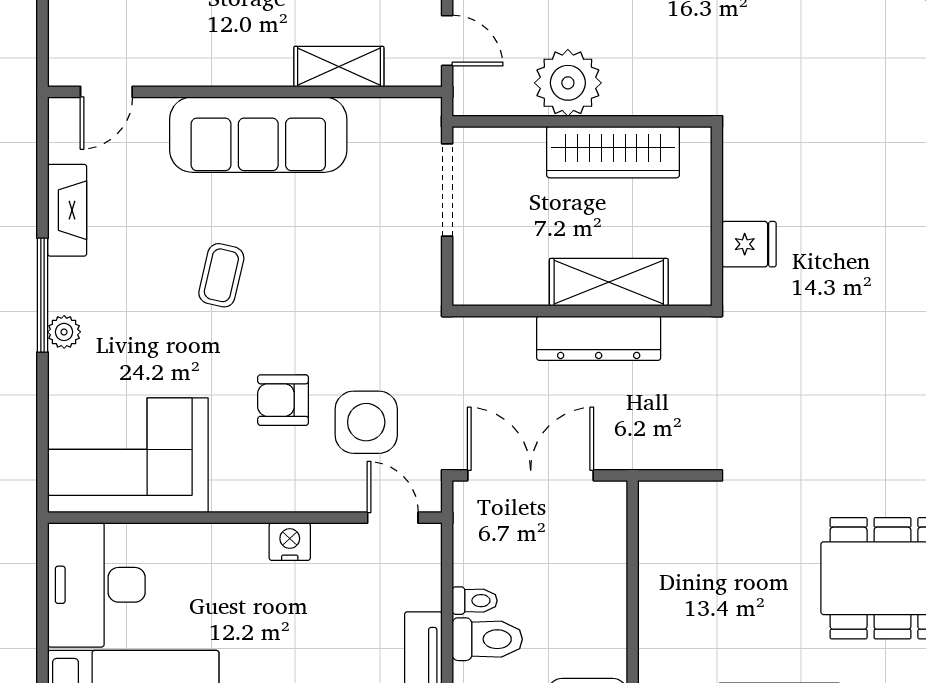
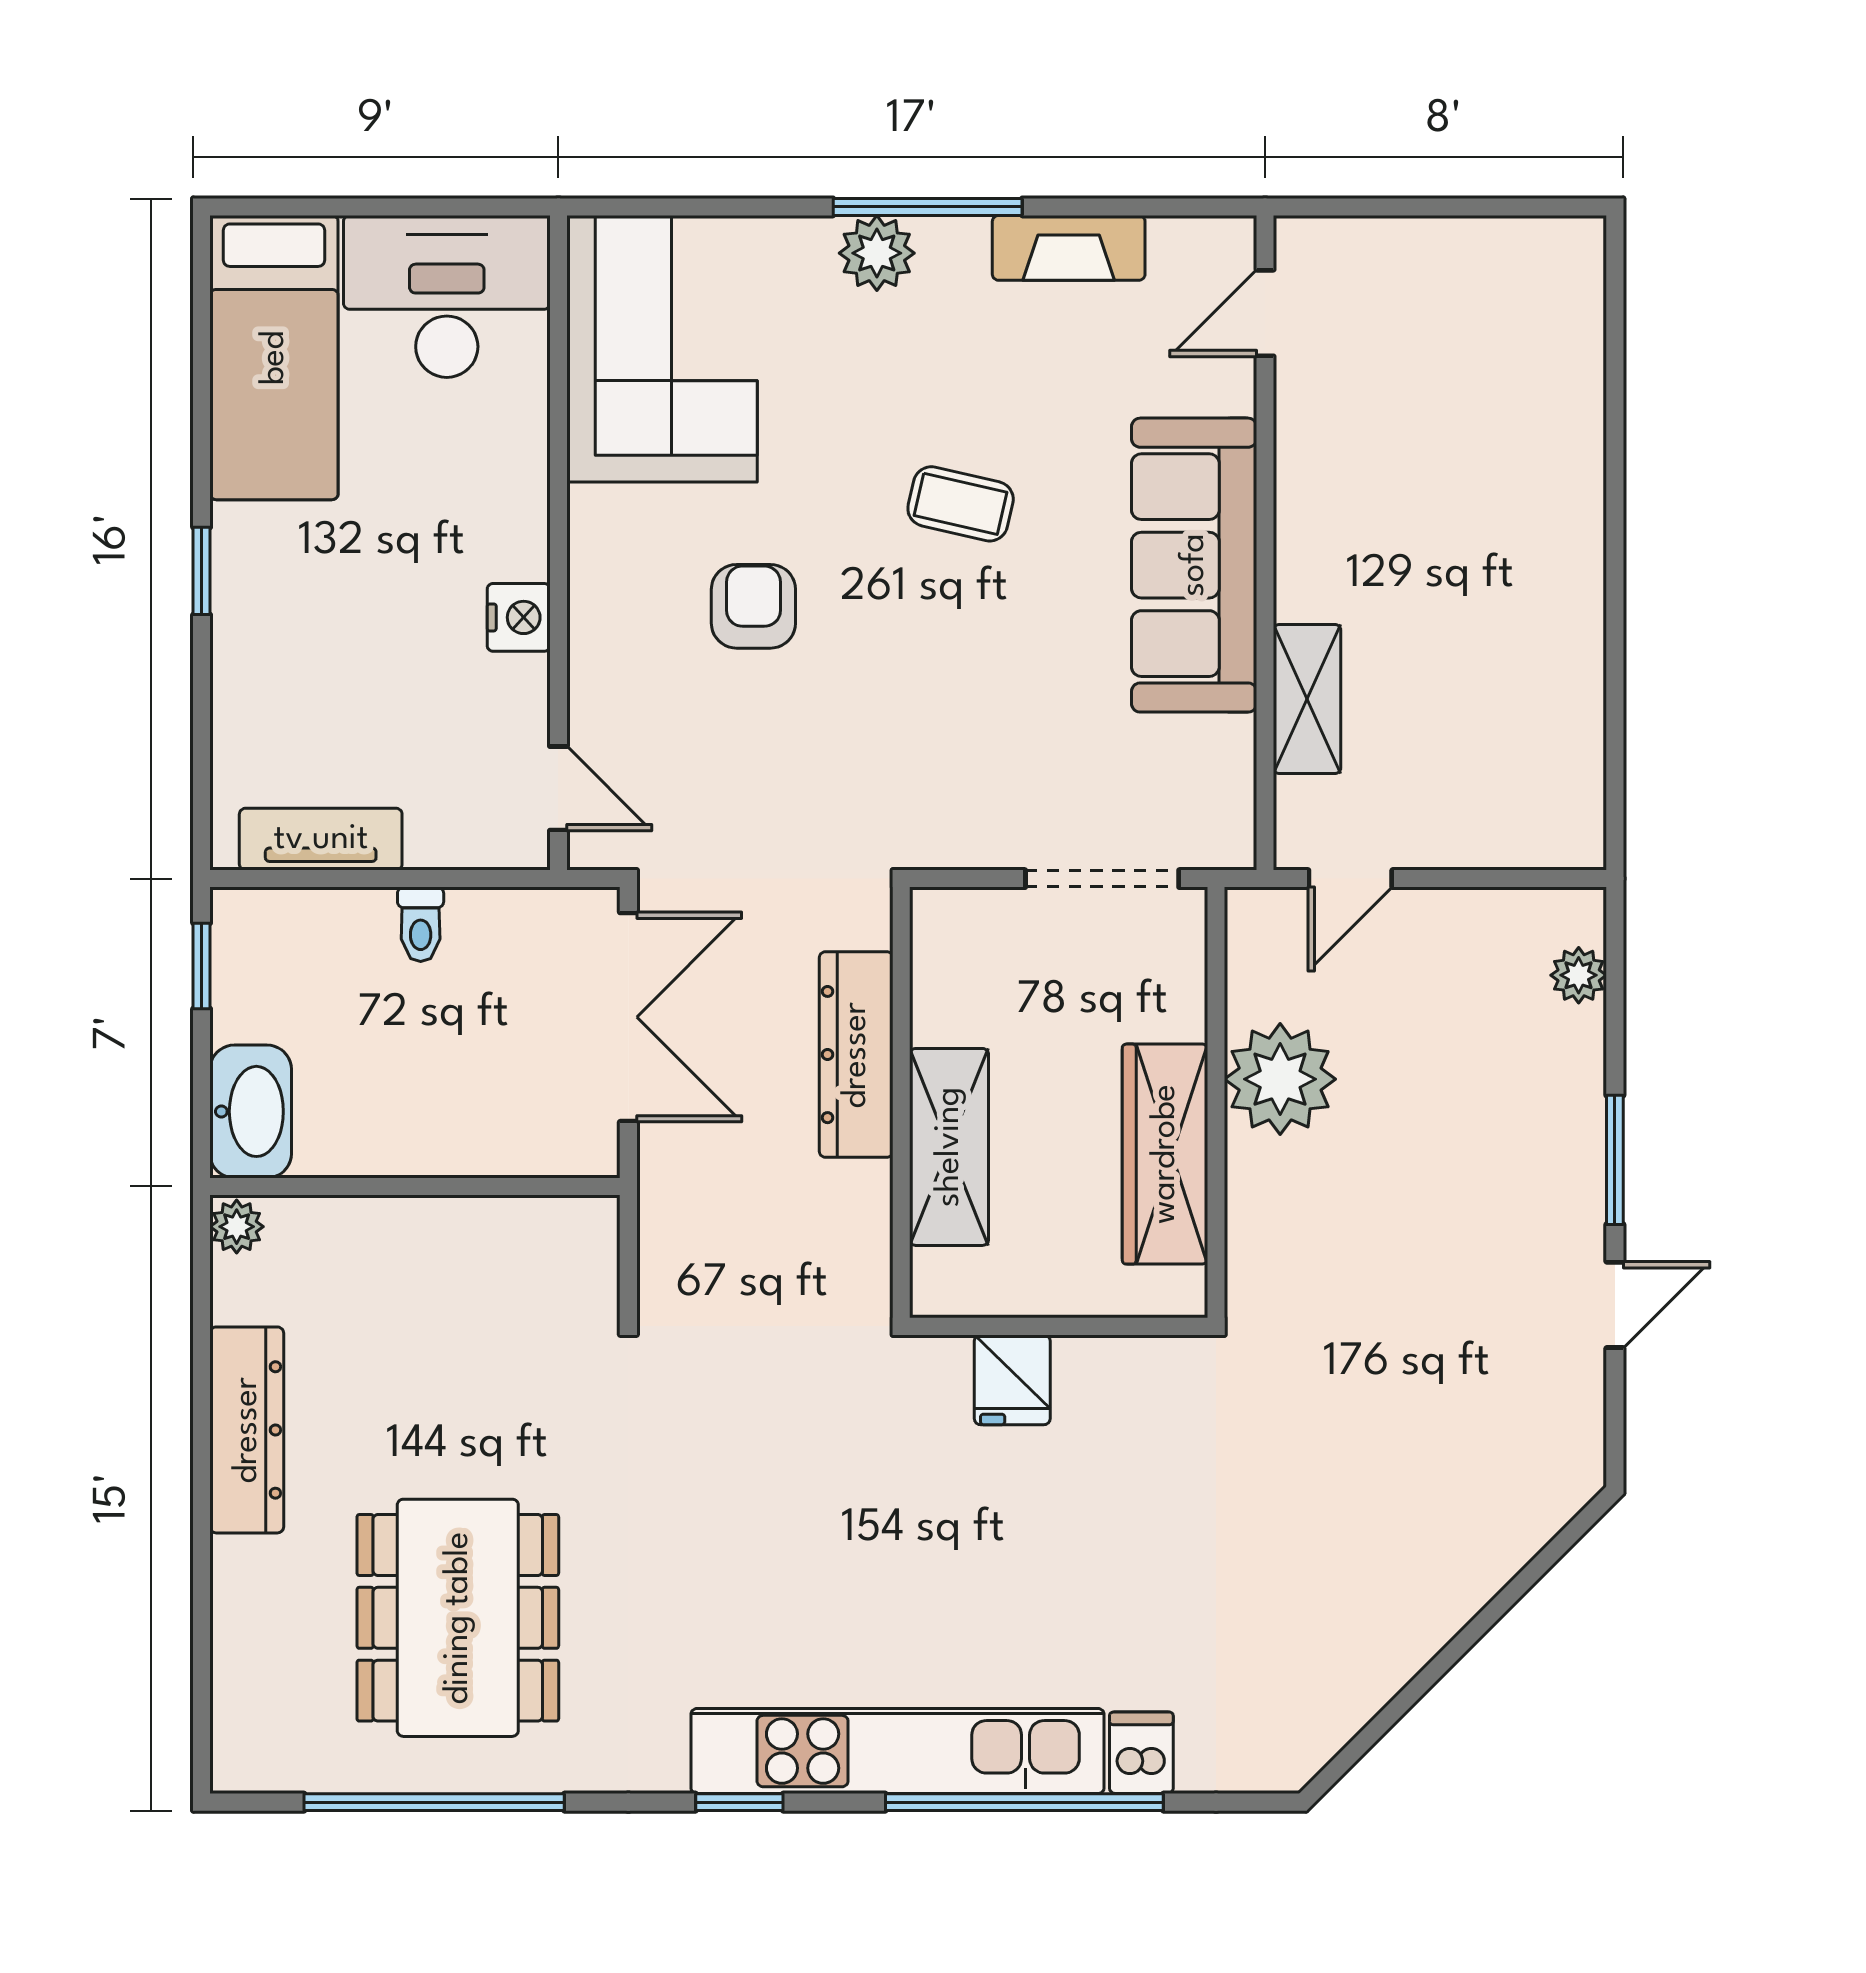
door: (106, 92) -> (1265, 313), hinge flipped
plant: (64, 332) -> (877, 253), width x1.38, depth x1.38
dresser: (599, 338) -> (856, 1055), moved
side table: (366, 422) -> (717, 744), removed
door: (393, 518) -> (558, 788), hinge flipped
toilet: (487, 639) -> (357, 945), removed

